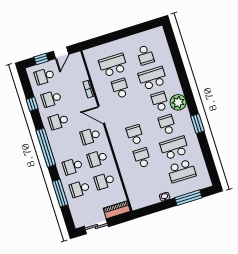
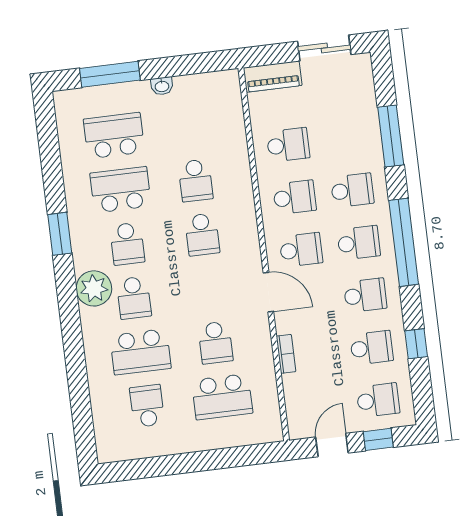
school desk: (174, 148) -> (121, 190), turned 180
school desk: (80, 189) -> (359, 243), moved

